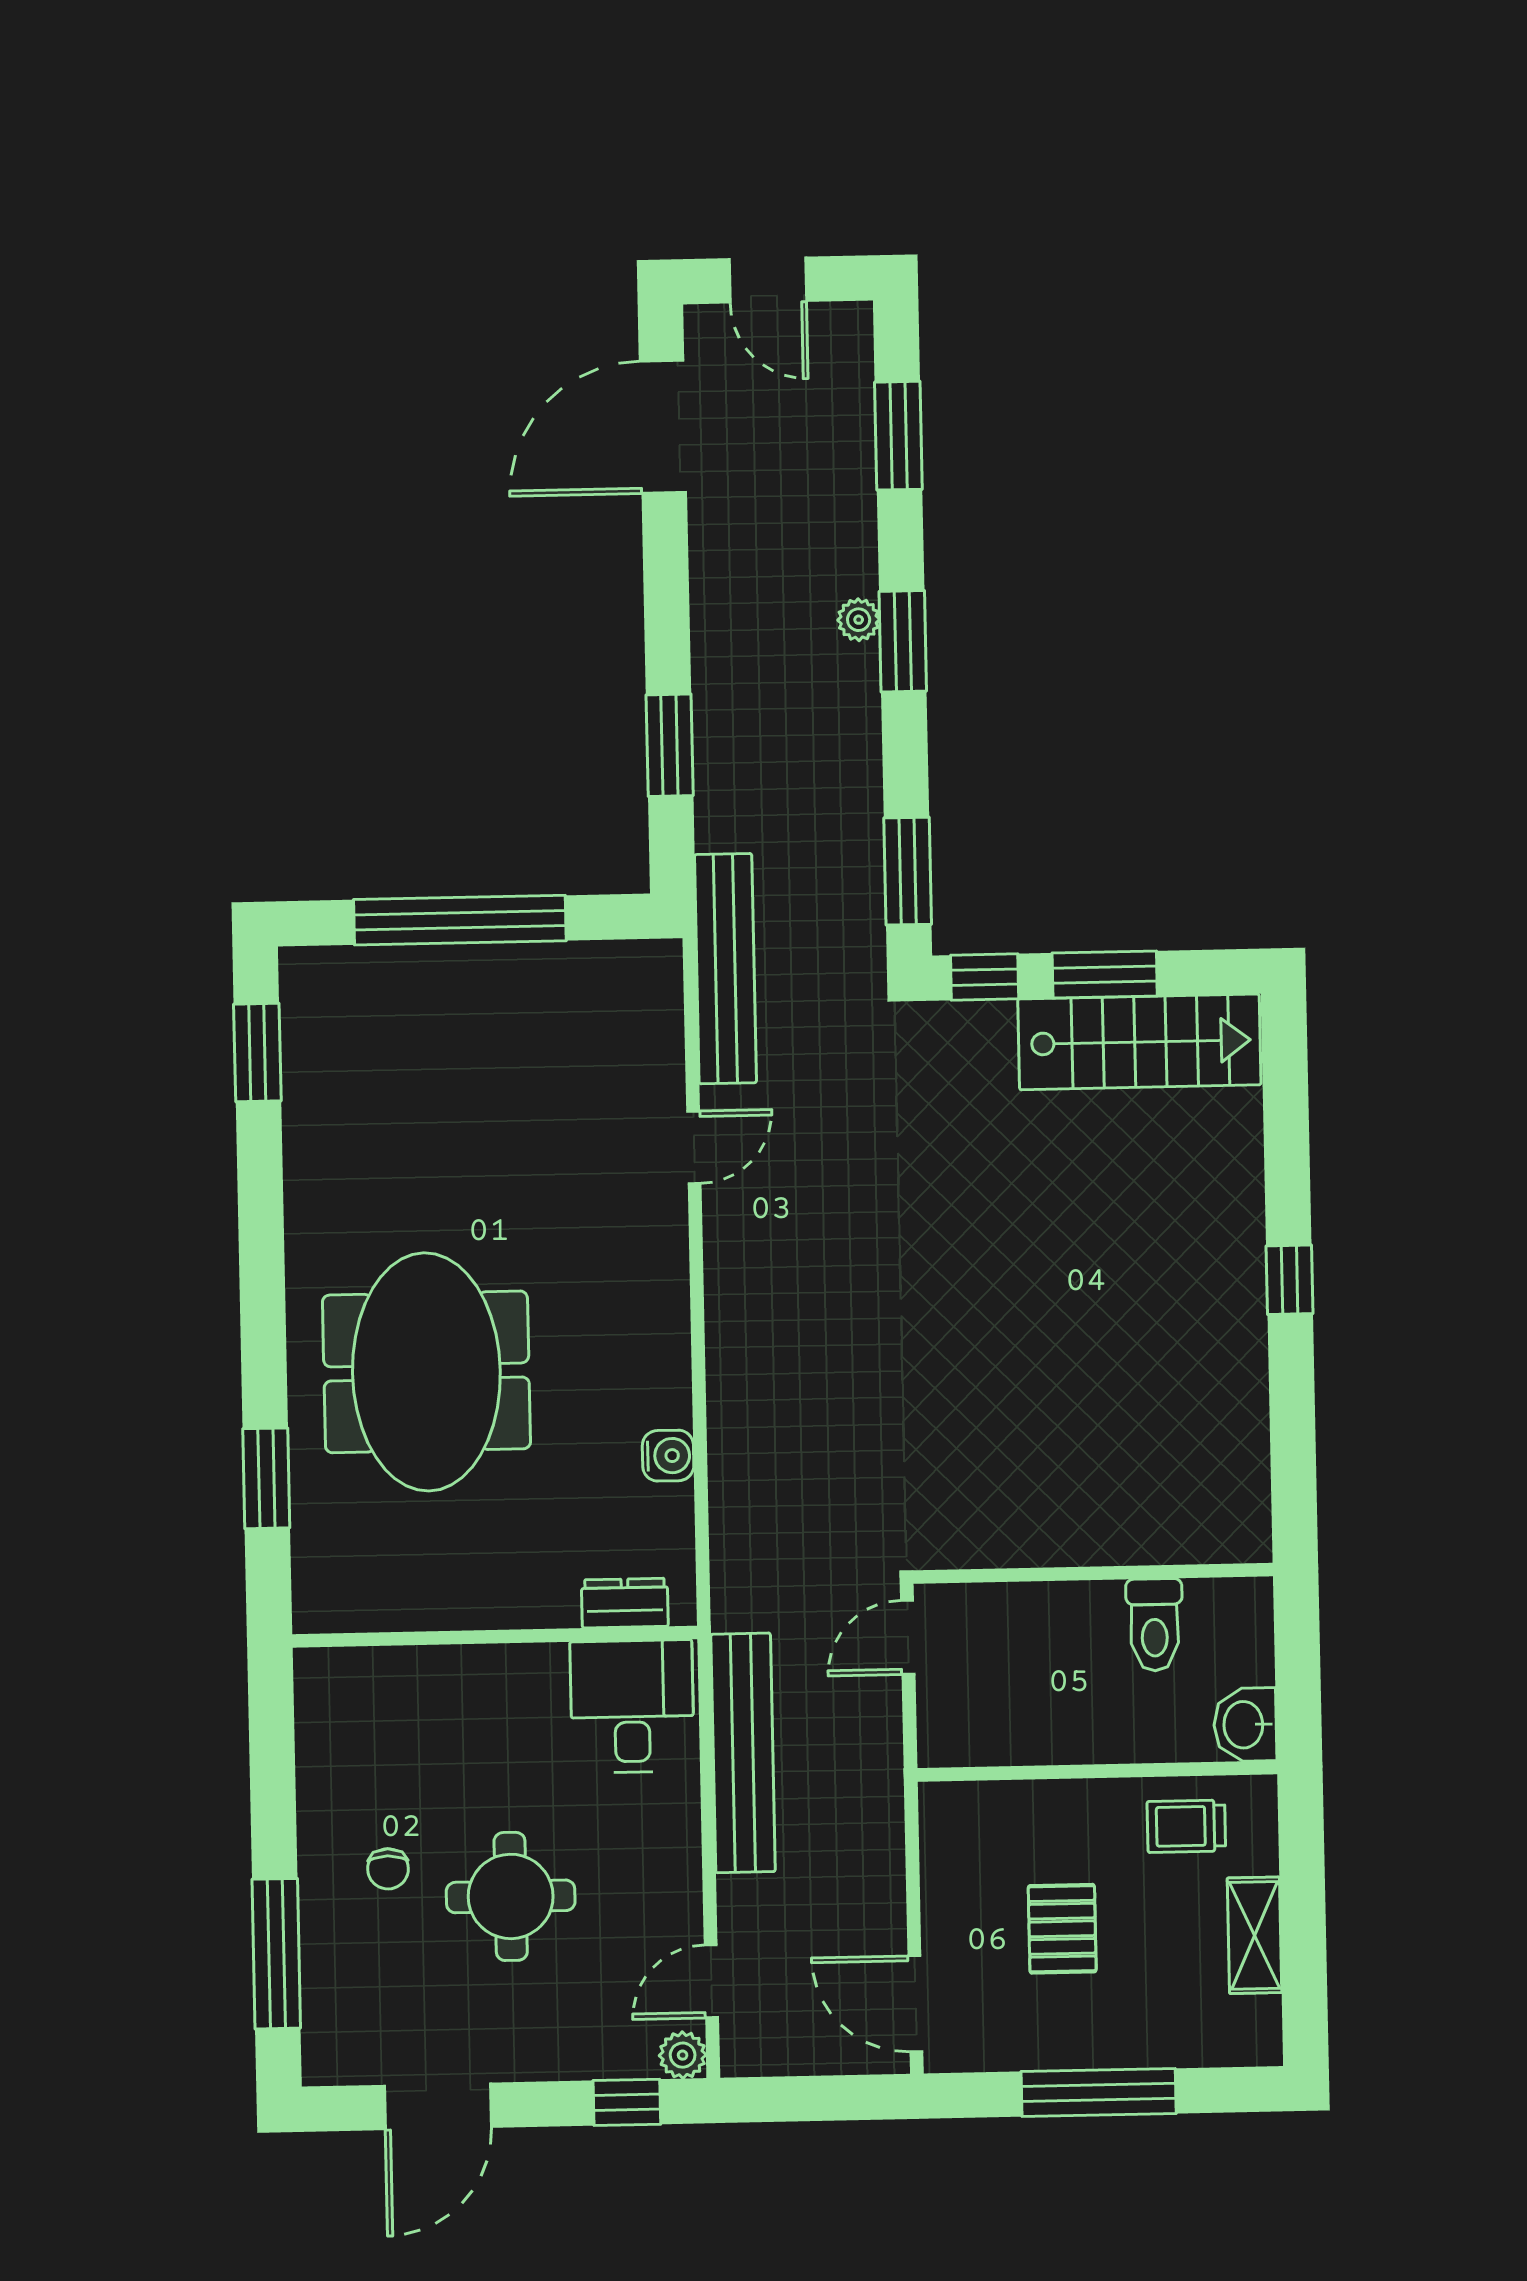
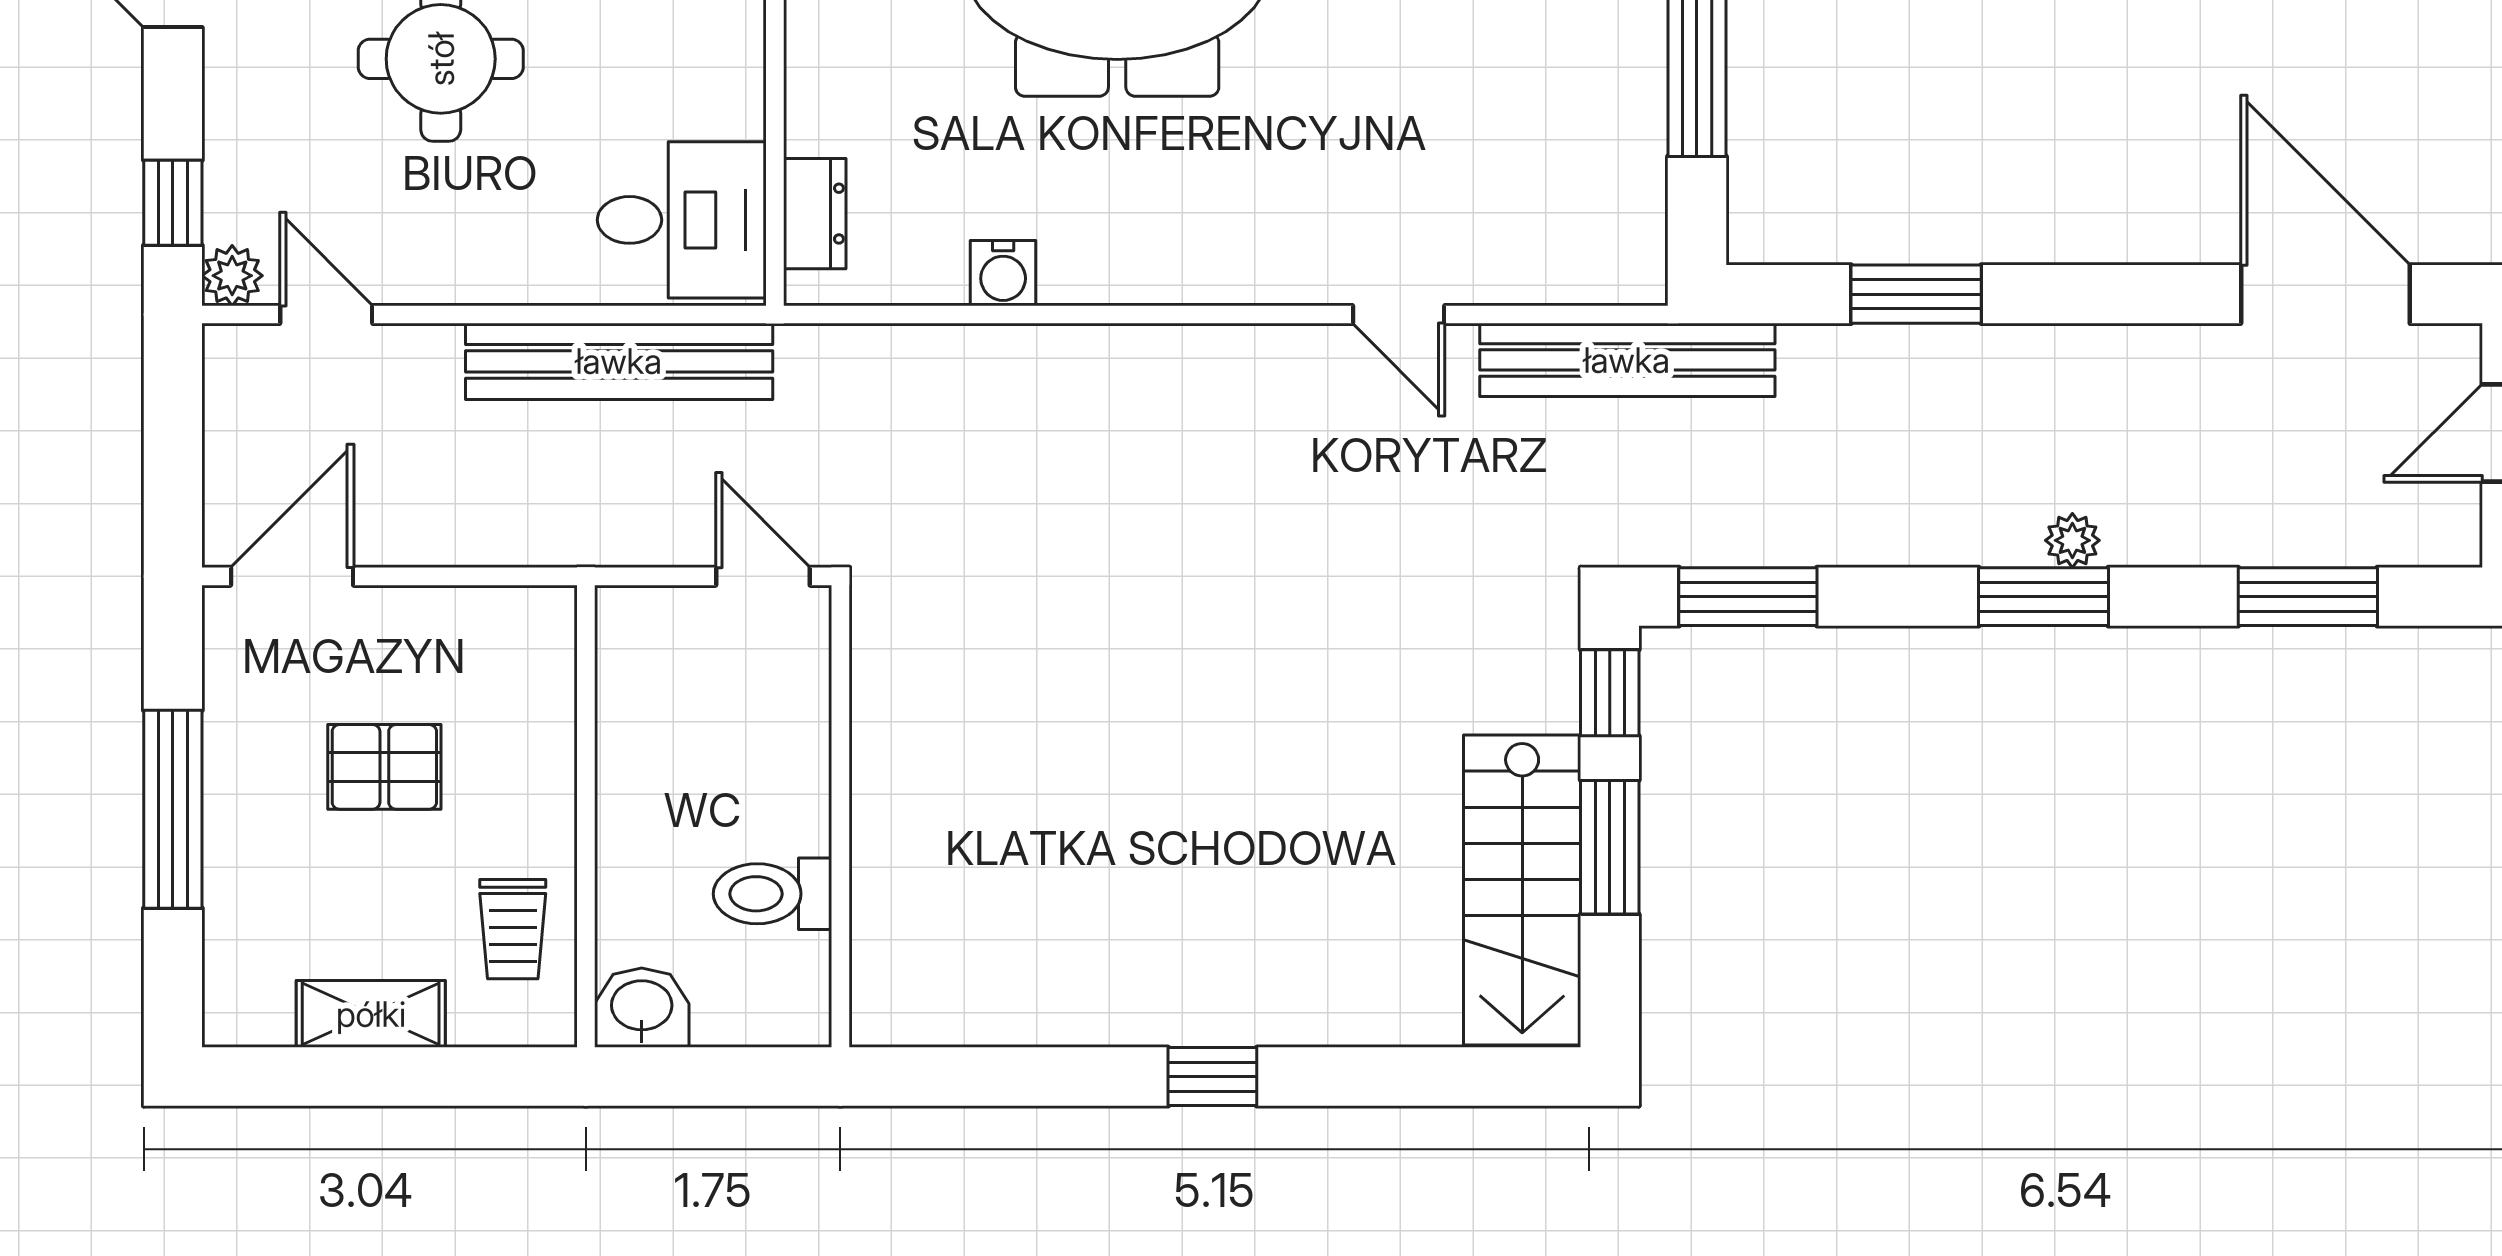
trolley: (1186, 1826) -> (513, 929), turned 180

